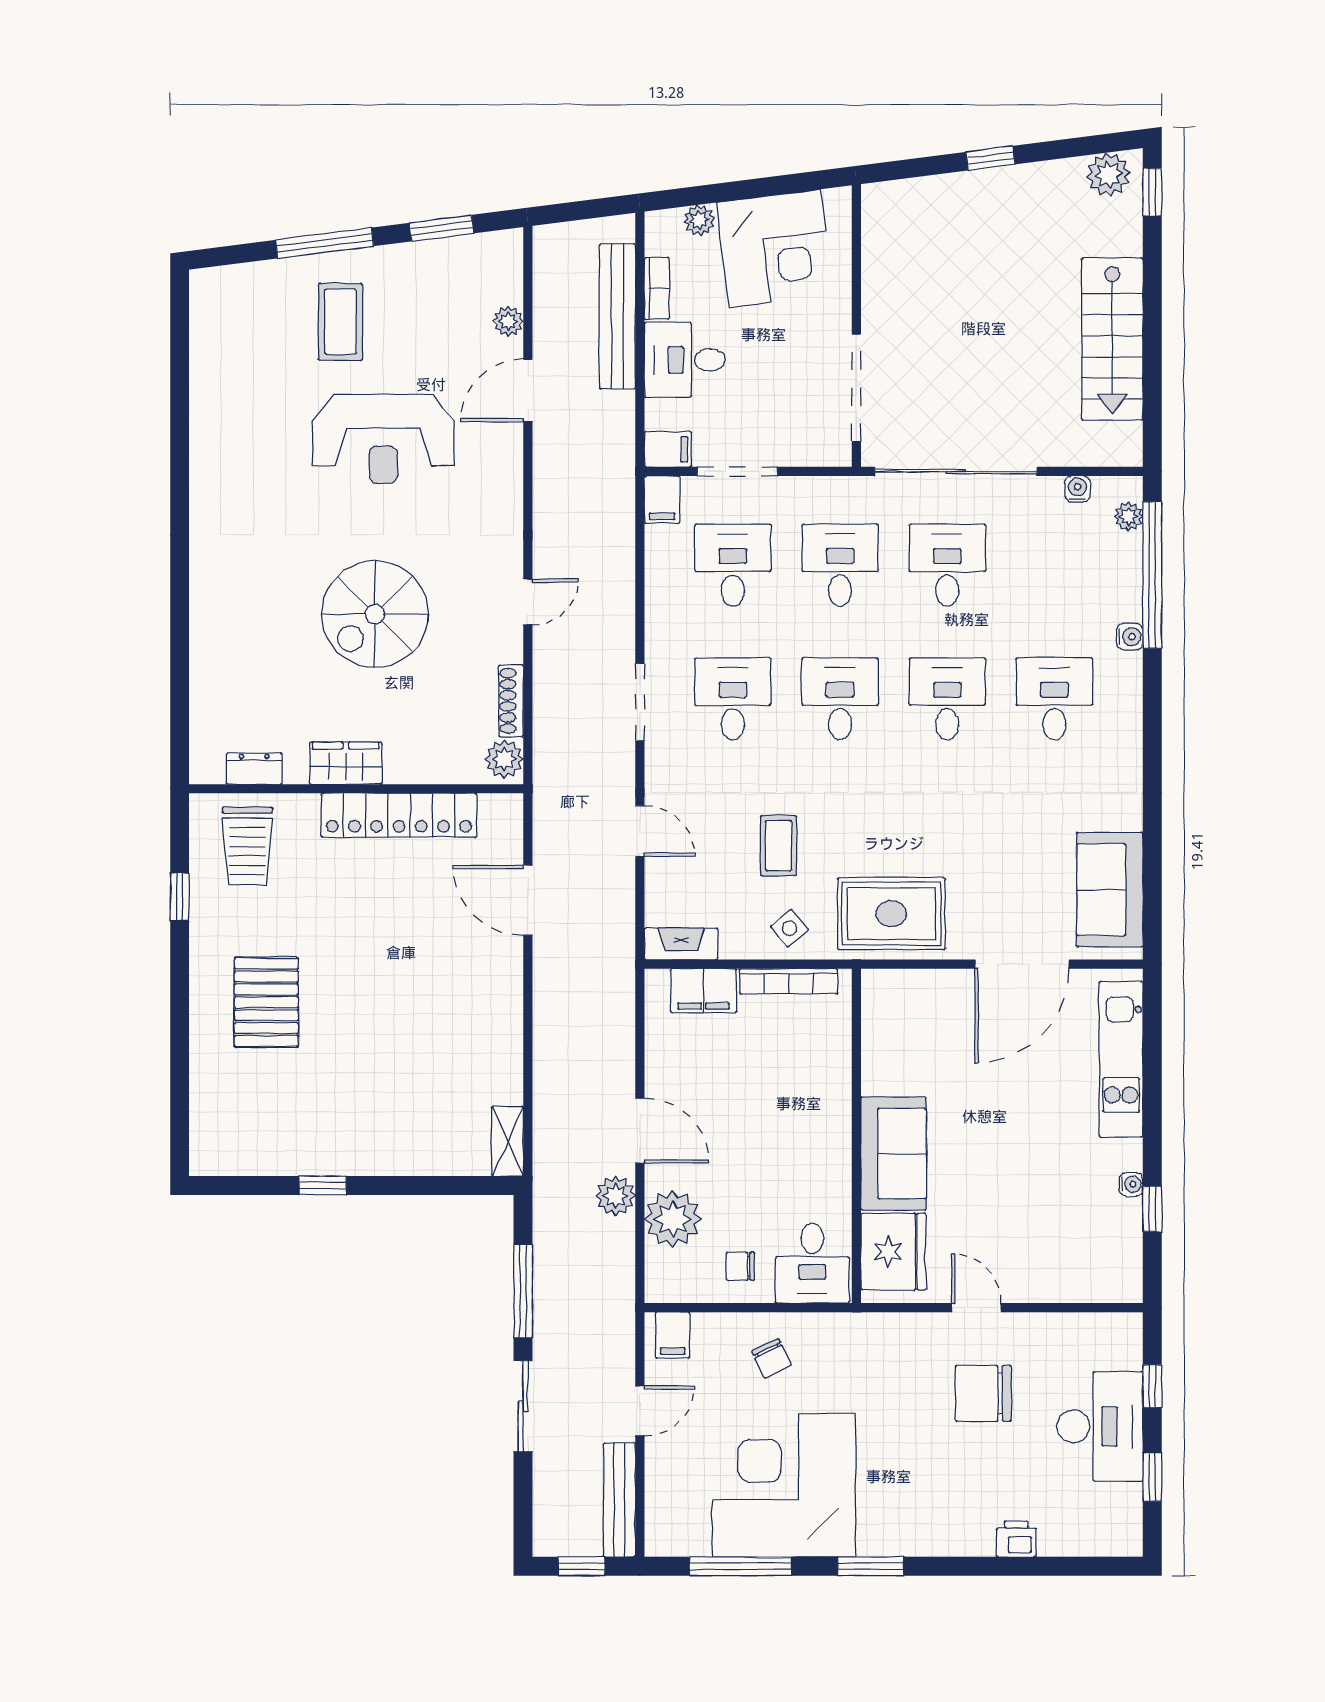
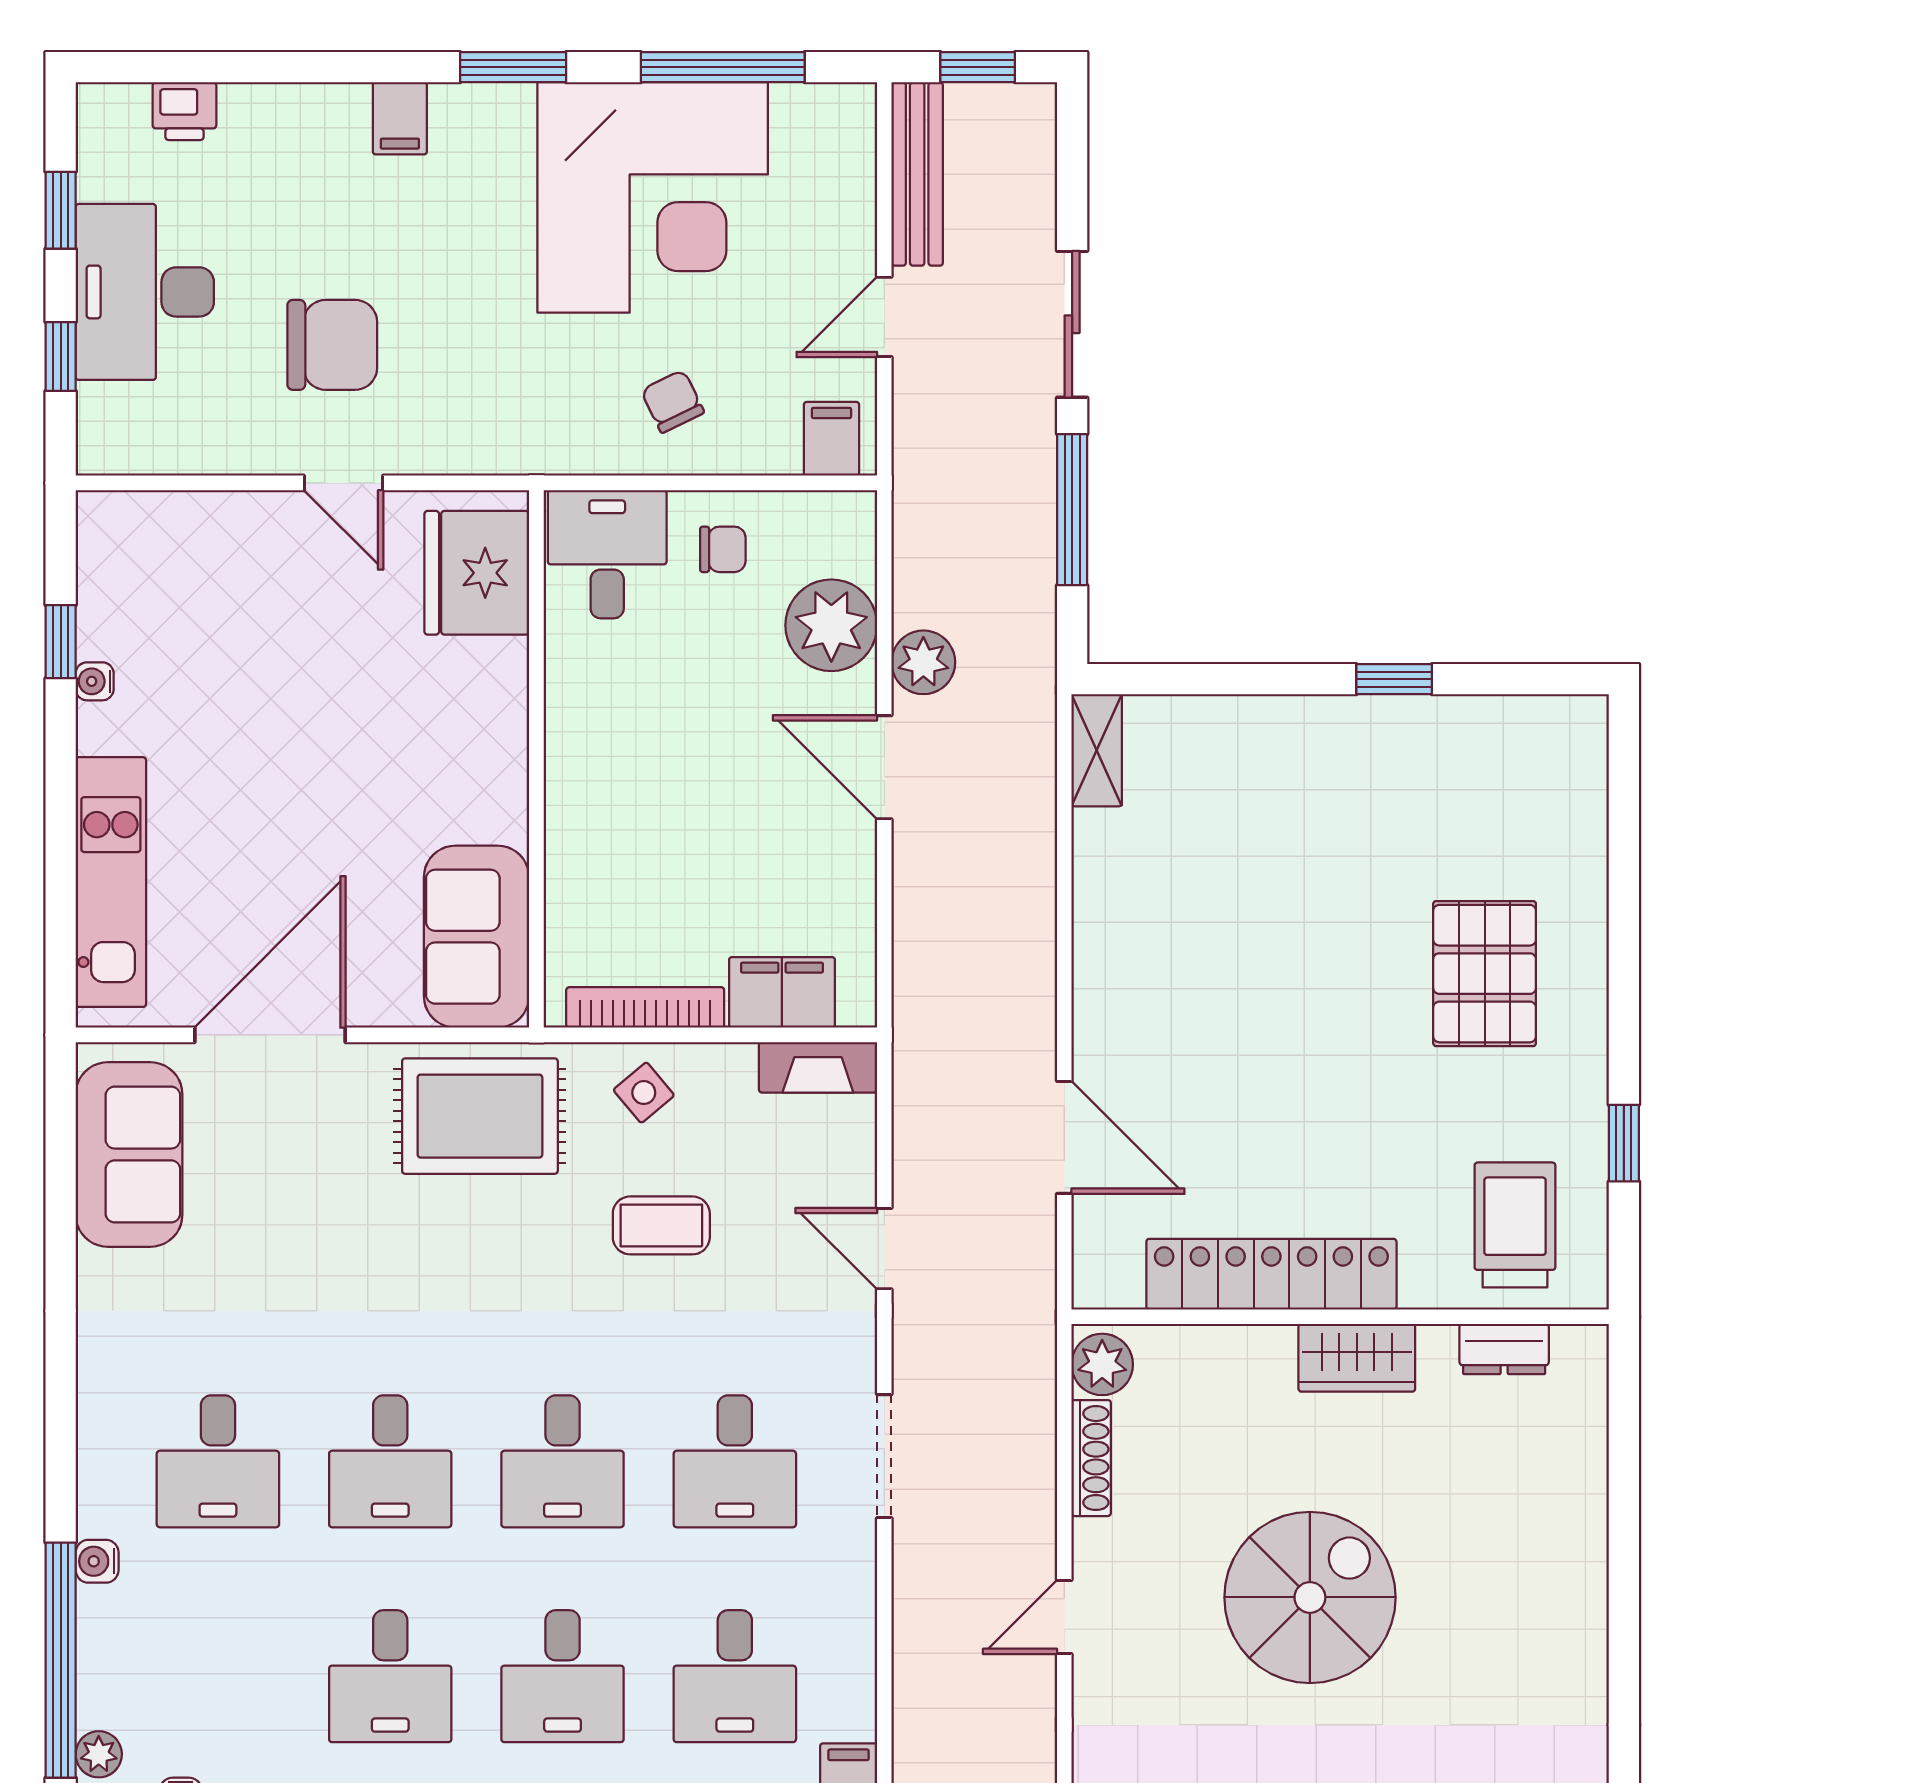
coffee table: (779, 846) -> (661, 1225), turned 90
sofa: (894, 1154) -> (477, 937), moved
filing cabinet: (941, 1534) -> (400, 118), added
printer: (1016, 1539) -> (184, 111), moved

